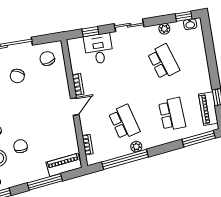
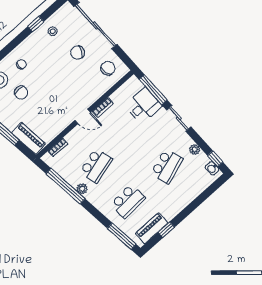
window: (90, 32) -> (153, 90), width x2.17
chair: (21, 146) -> (21, 93), turned 90

